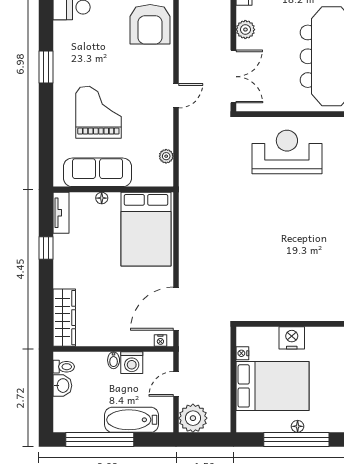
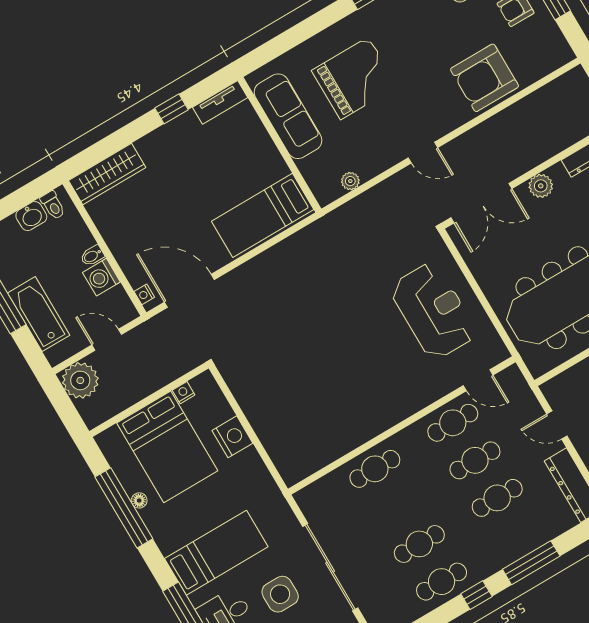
floor lamp: (102, 198) -> (263, 138), removed
bed: (146, 229) -> (263, 215), width x0.67

